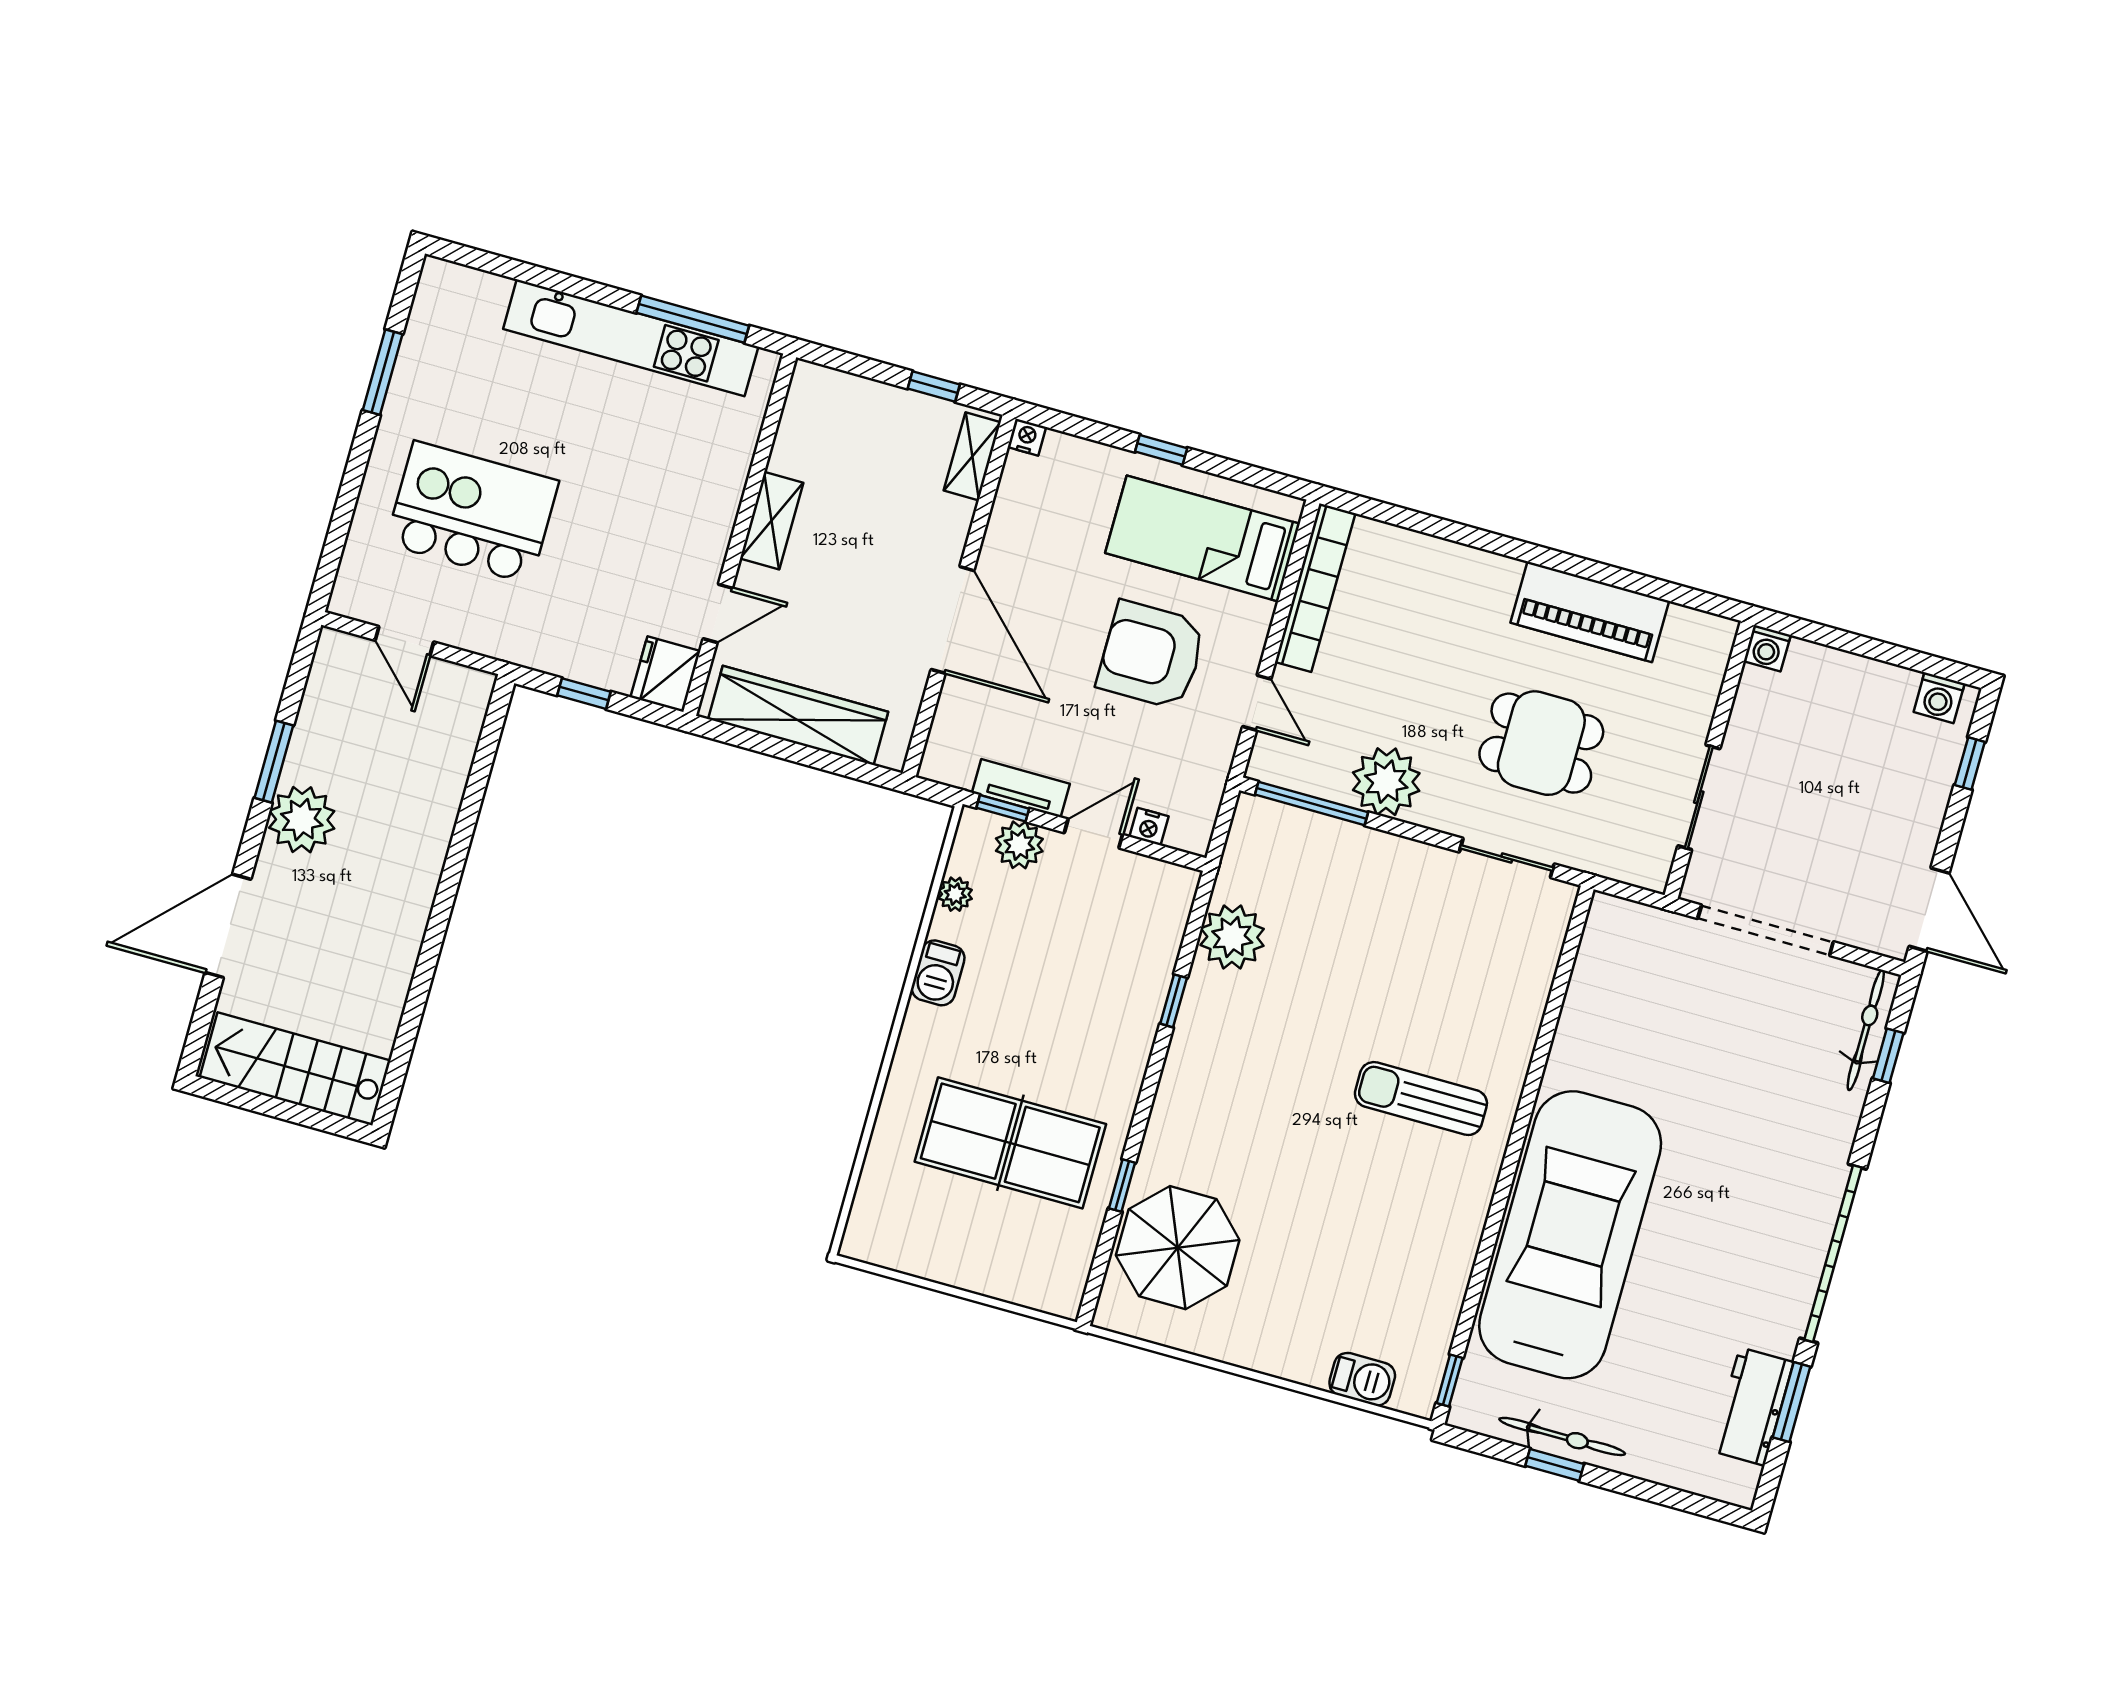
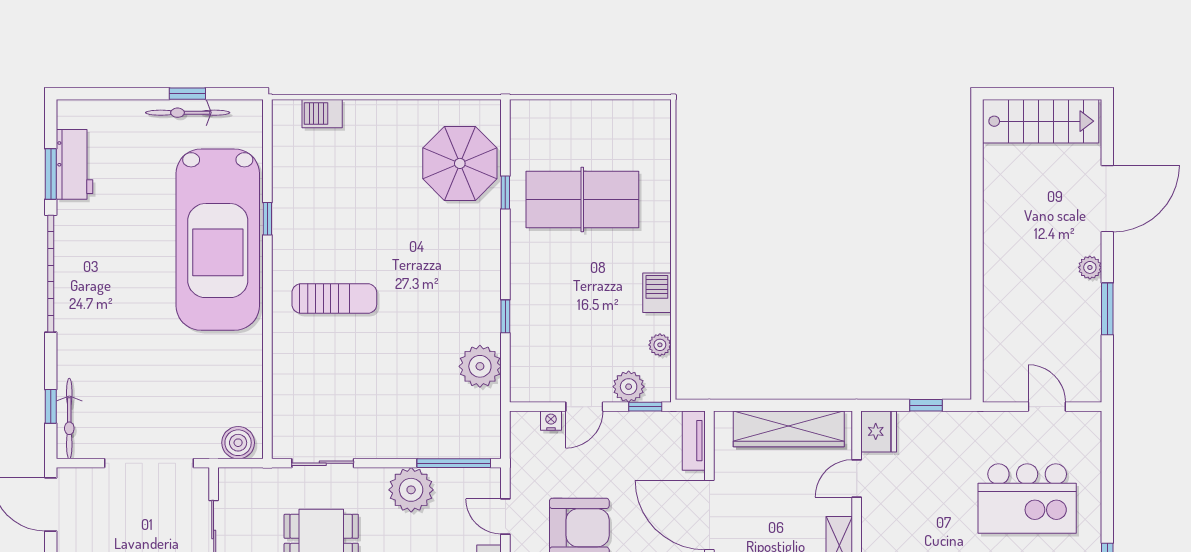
tv unit: (1021, 788) -> (694, 441), moved, turned 90
plant: (302, 820) -> (1090, 267), width x0.53, depth x0.53
boiler: (1624, 924) -> (238, 443), added
window: (1450, 1381) -> (267, 219), moved

